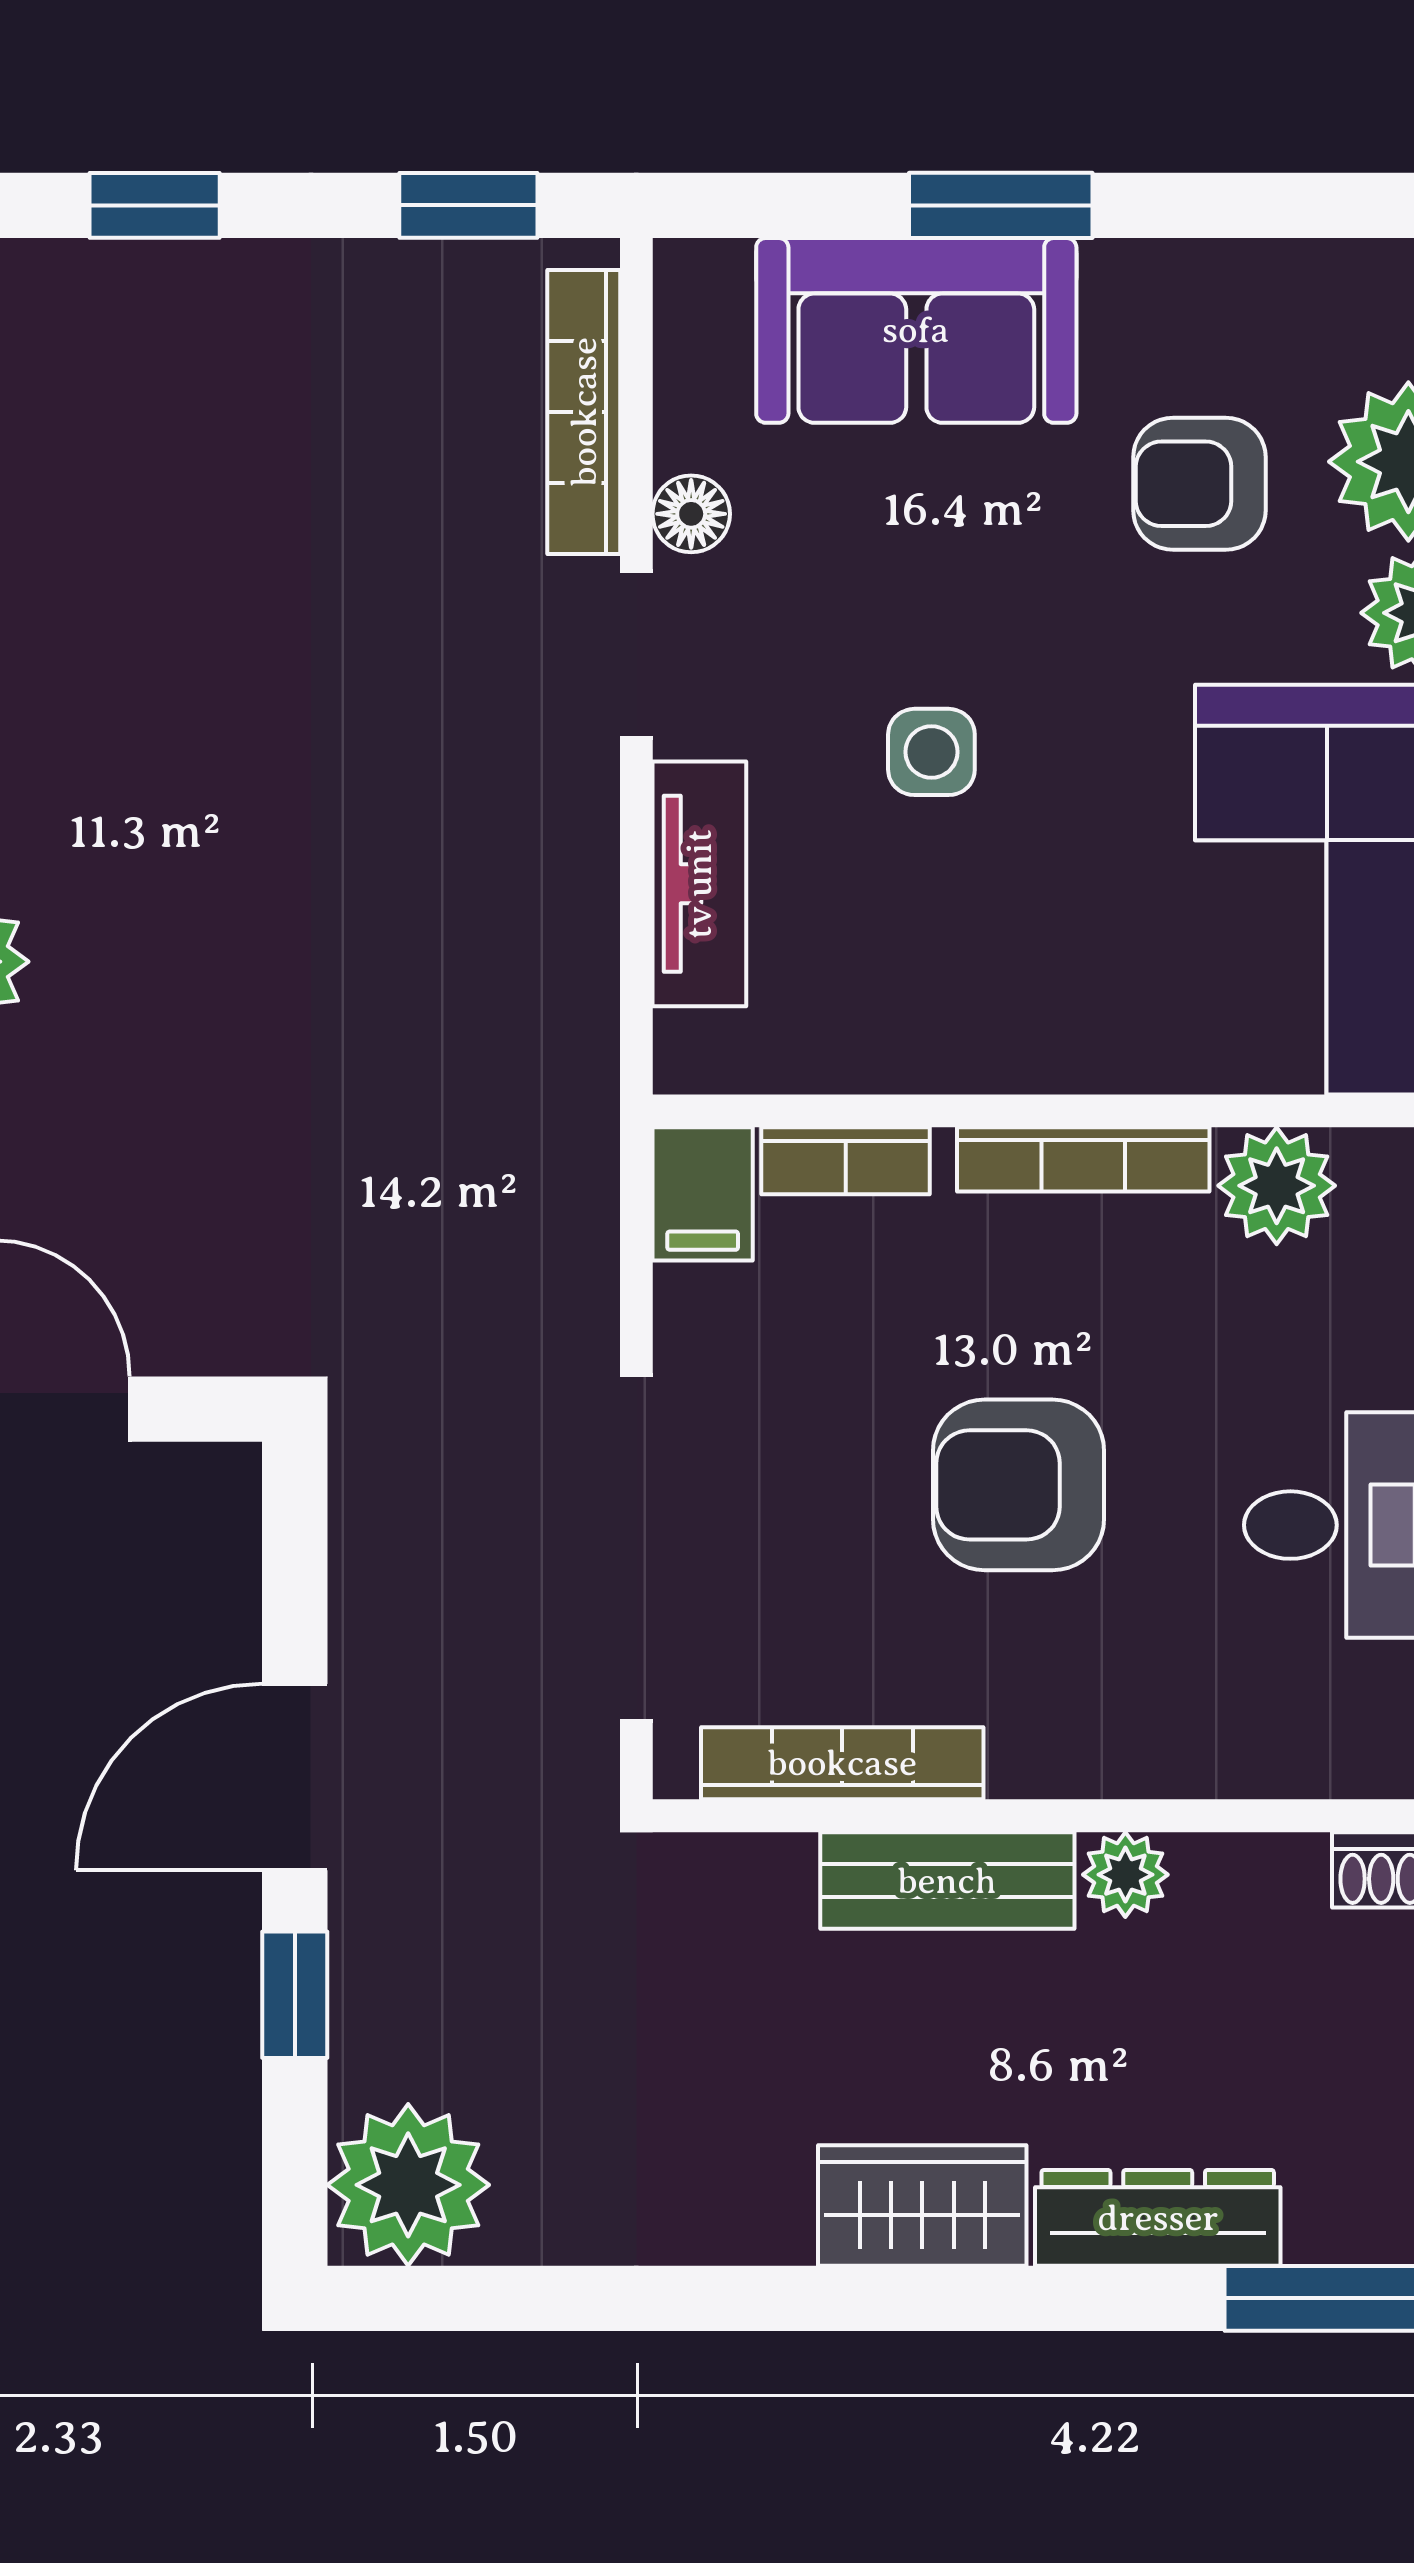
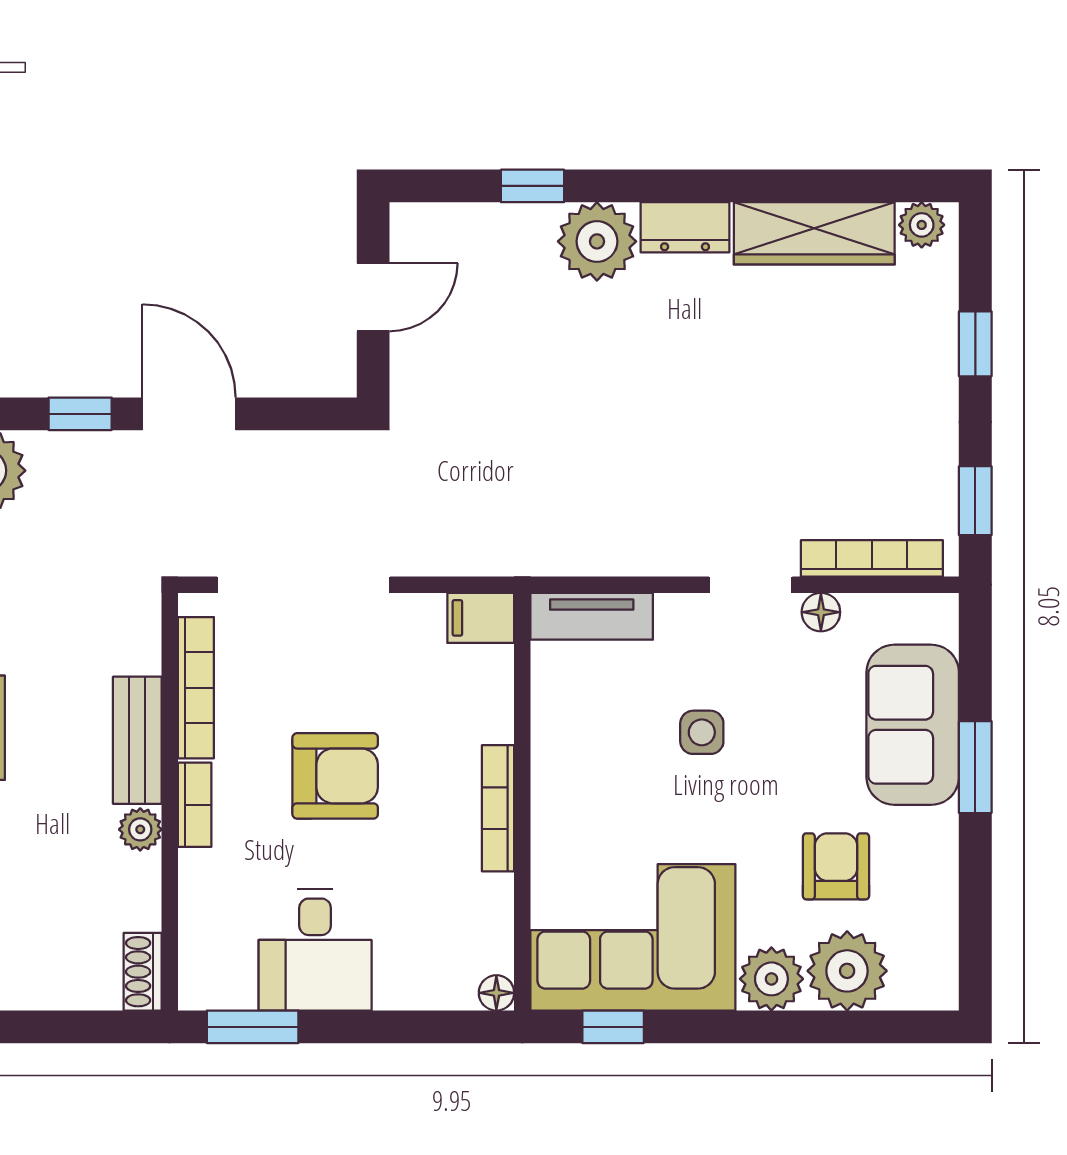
tv unit: (699, 884) -> (592, 616), moved
bookcase: (846, 1161) -> (195, 805), moved, turned 180
plant: (1277, 1186) -> (485, 905), removed
armchair: (1019, 1485) -> (335, 776), turned 90

